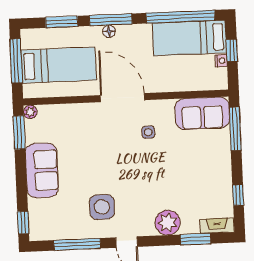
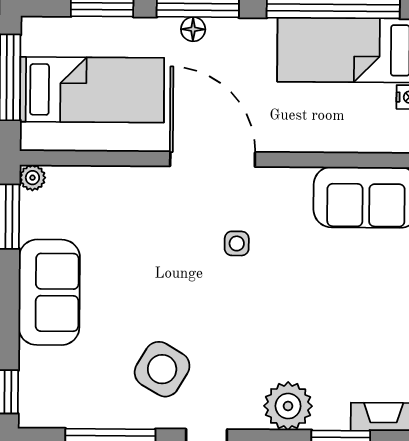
side table: (148, 132) -> (237, 243), moved
side table: (102, 207) -> (162, 369), turned 31

